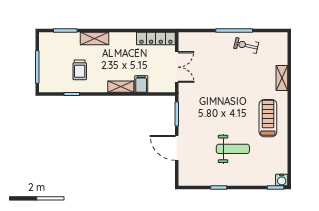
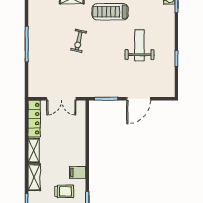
exercise bike: (246, 45) -> (79, 41), moved
double door: (177, 67) -> (61, 99), swing flipped
filing cabinet: (141, 84) -> (78, 173), moved
shelving: (121, 87) -> (34, 150), moved

